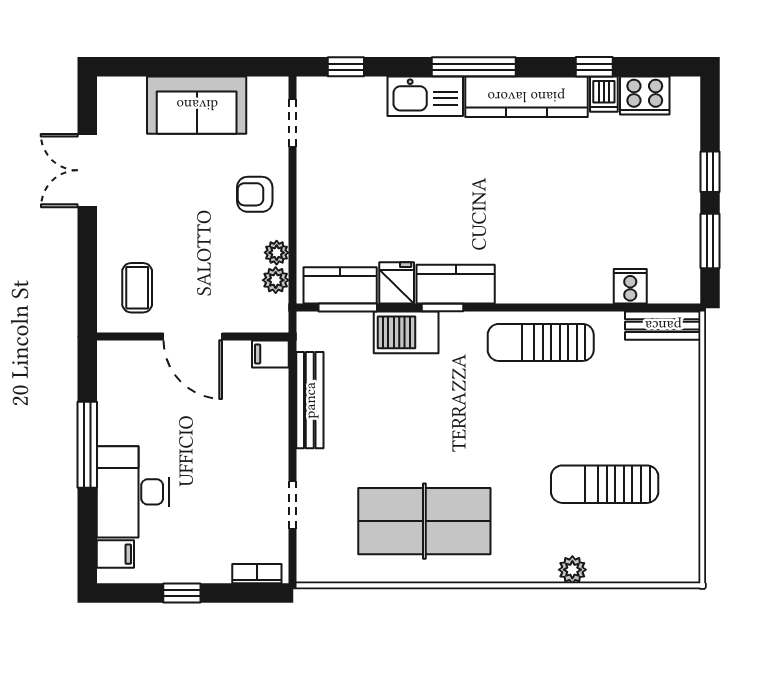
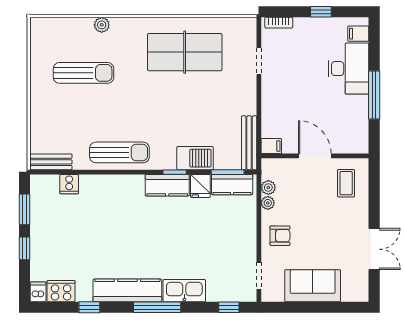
dishwasher: (604, 94) -> (38, 292), moved
bench: (310, 400) -> (249, 143), moved

